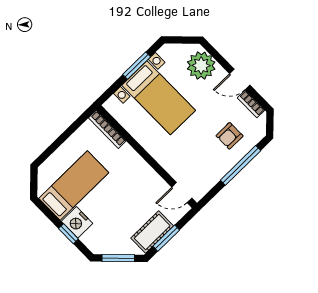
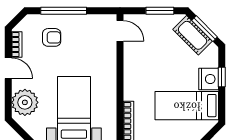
cot: (152, 232) -> (193, 35), moved, turned 45

